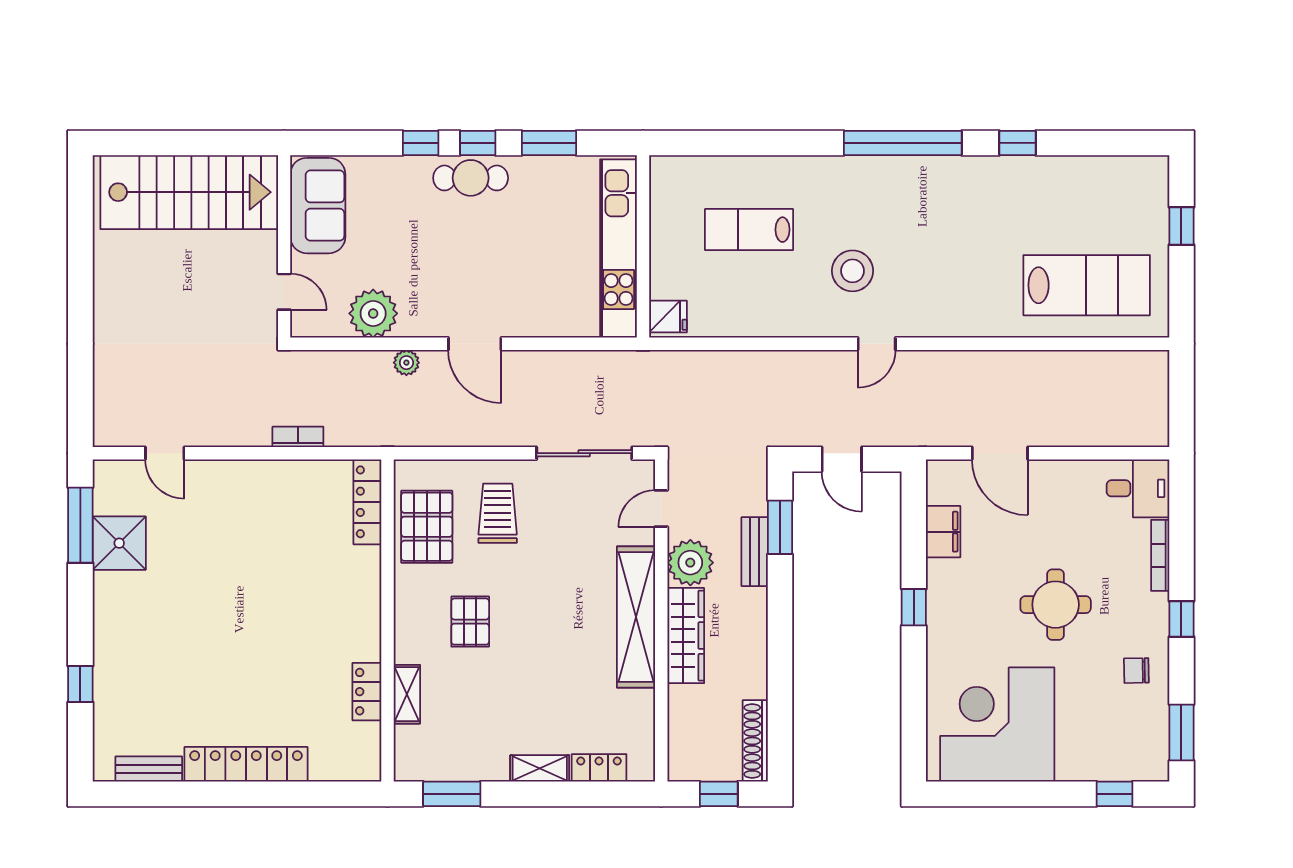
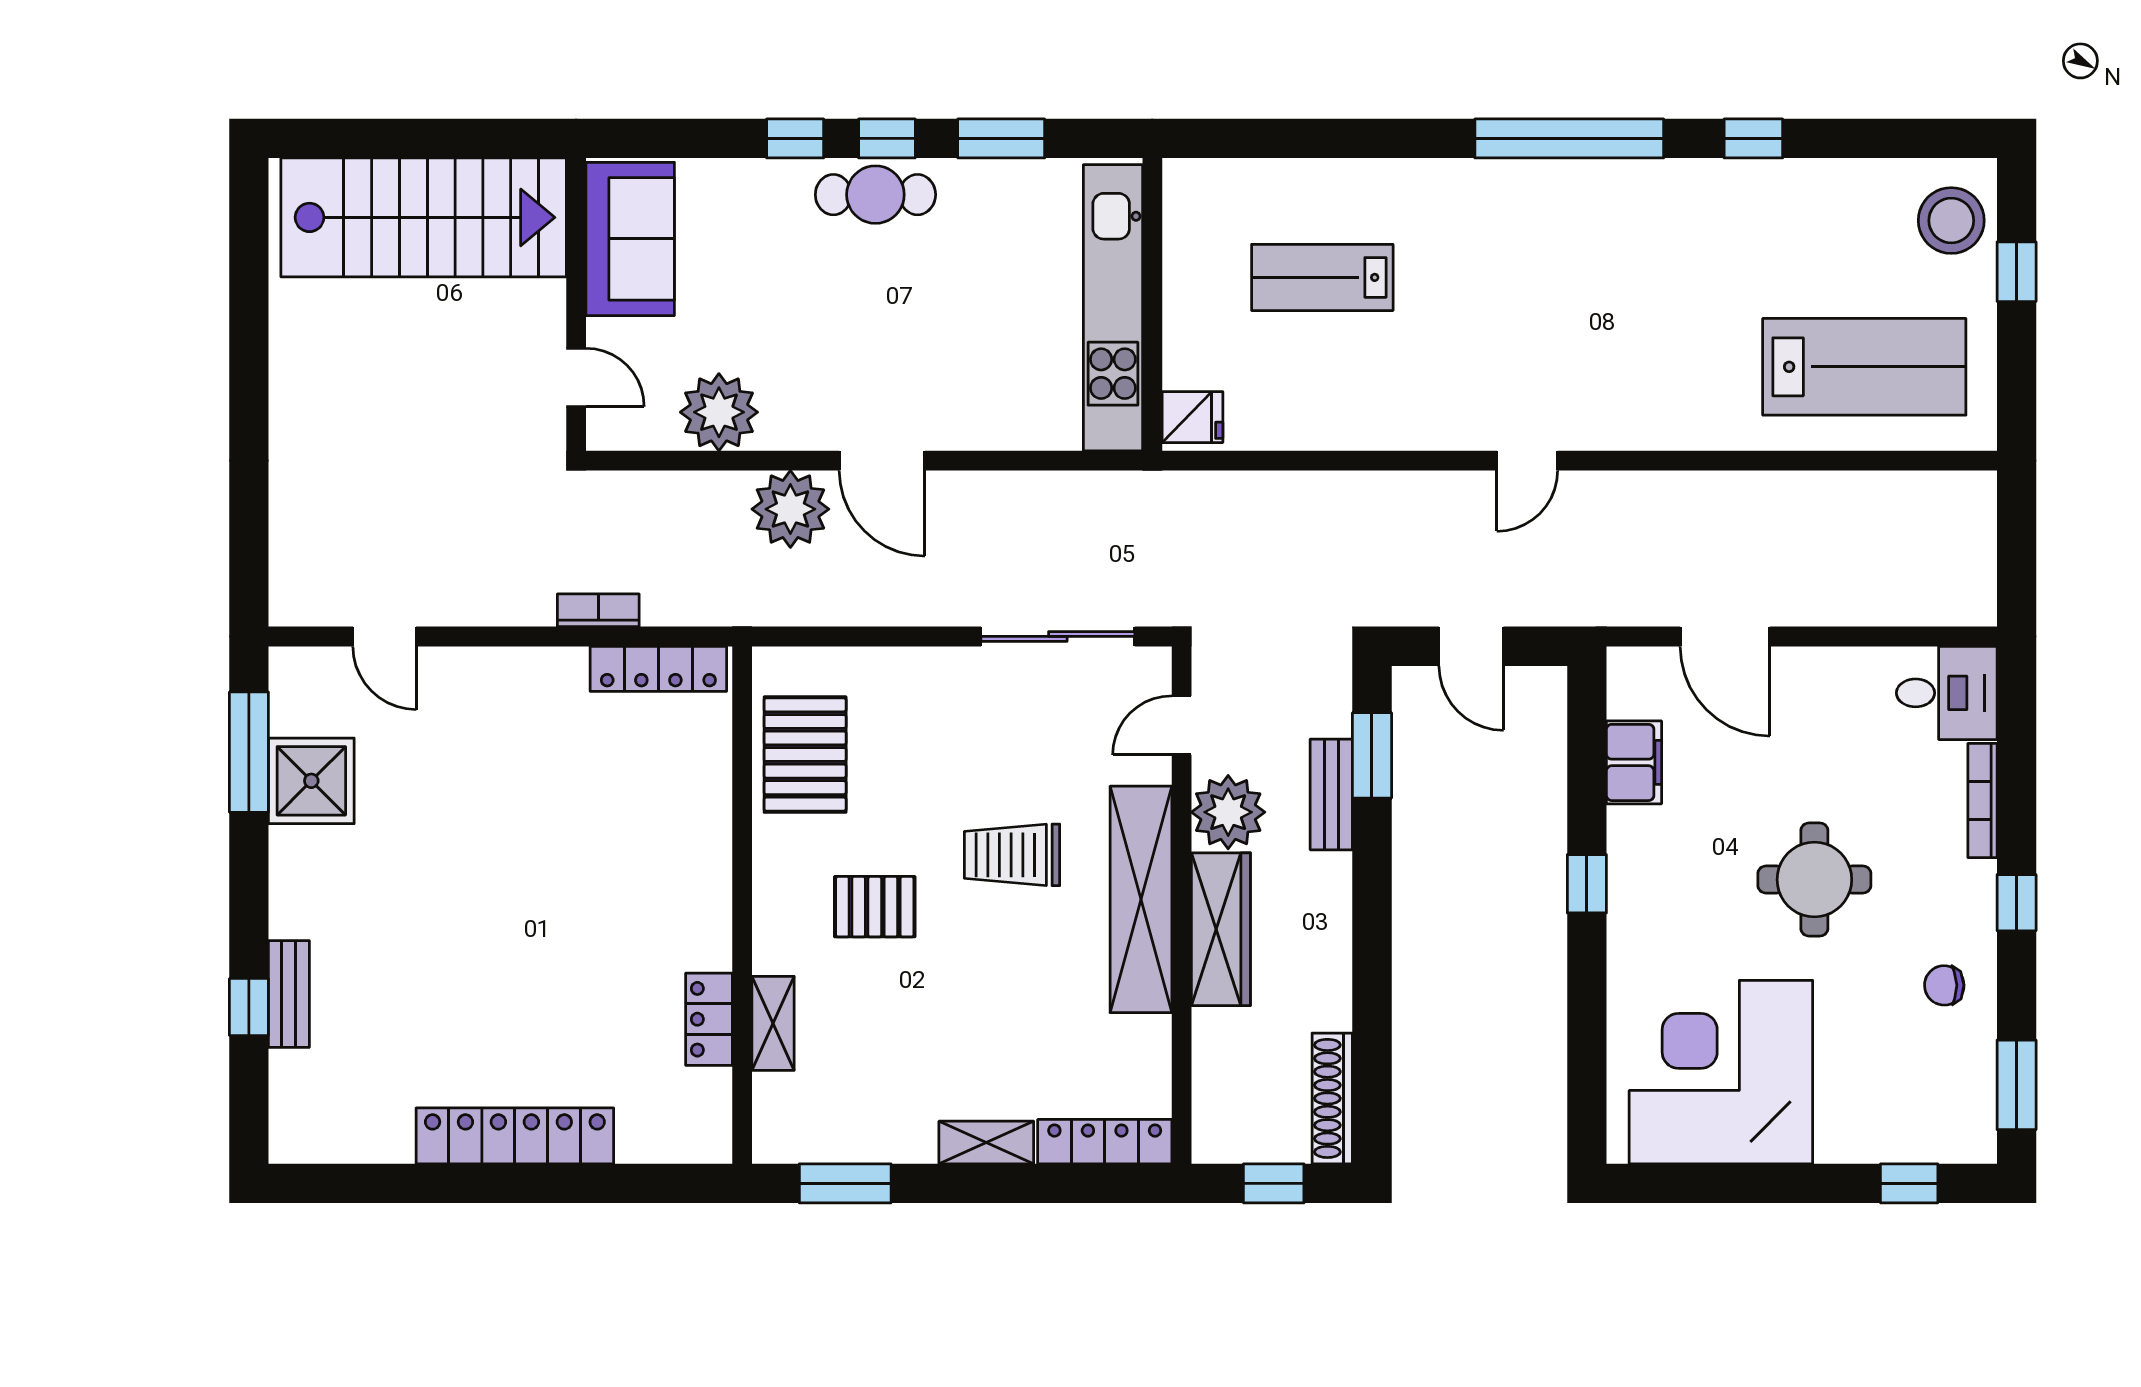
stool: (853, 271) -> (1951, 221), moved
plant: (406, 363) -> (790, 509), width x1.88, depth x1.88
locker: (367, 502) -> (658, 669), moved, turned -90
trolley: (498, 513) -> (1012, 855), moved, turned -90
pallet: (470, 622) -> (875, 907), turned 90
locker: (599, 768) -> (1105, 1142), width x1.53
bench: (149, 769) -> (289, 994), moved, turned 90

